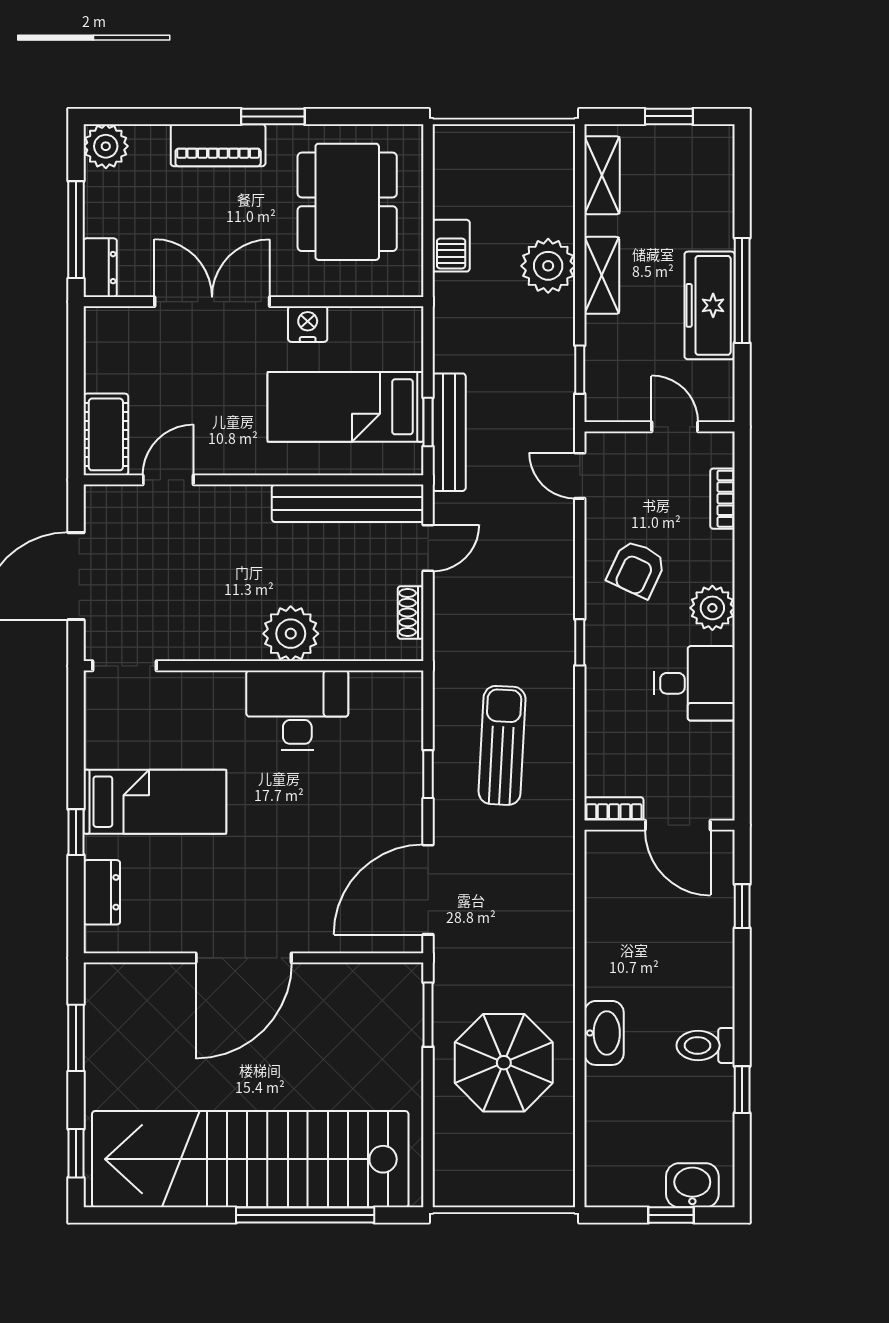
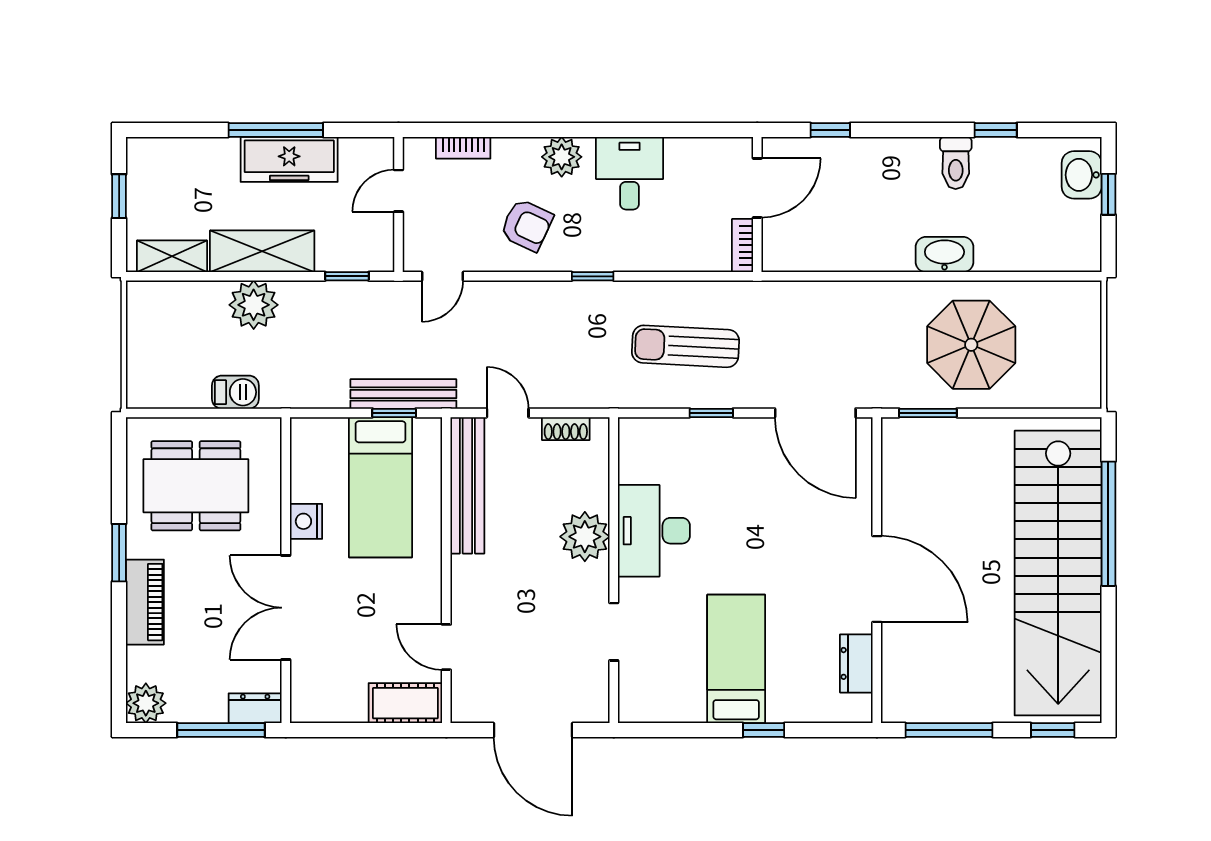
shelving: (602, 275) -> (262, 251), width x1.50, depth x1.33
doorway: (124, 666) -> (614, 632), moved
dresser: (102, 892) -> (856, 663), moved, turned -90
window: (76, 1038) -> (949, 730), width x1.44

